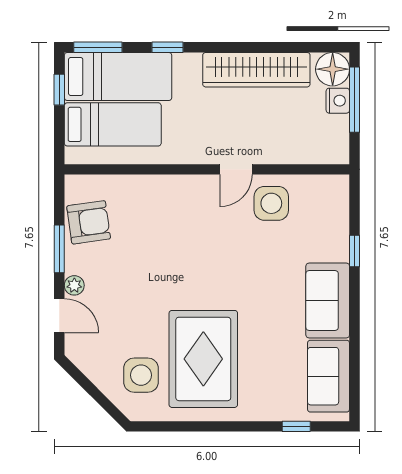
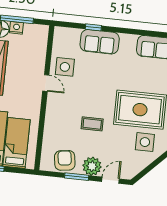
coffee table: (166, 268) -> (92, 124), added
plant: (74, 285) -> (92, 166), width x1.87, depth x1.87
sofa: (328, 301) -> (100, 42), moved

